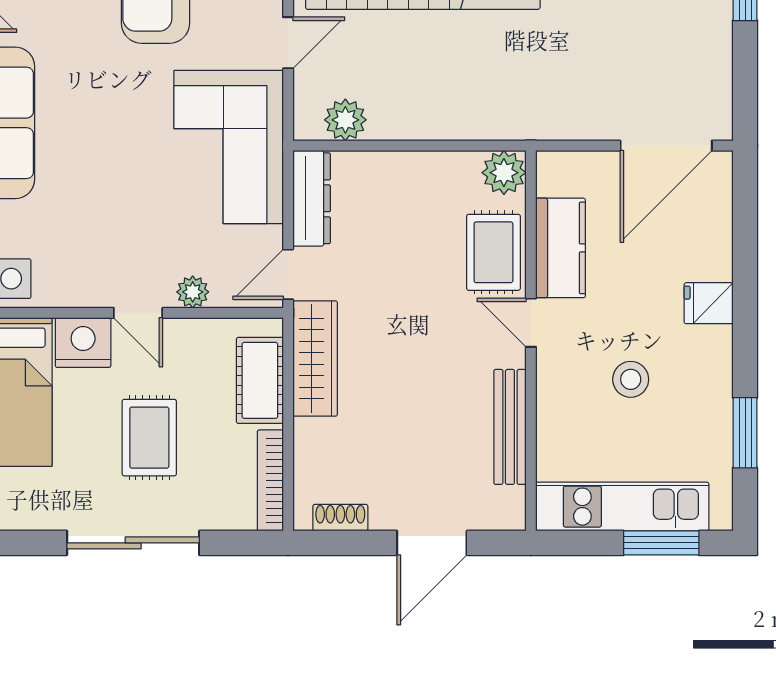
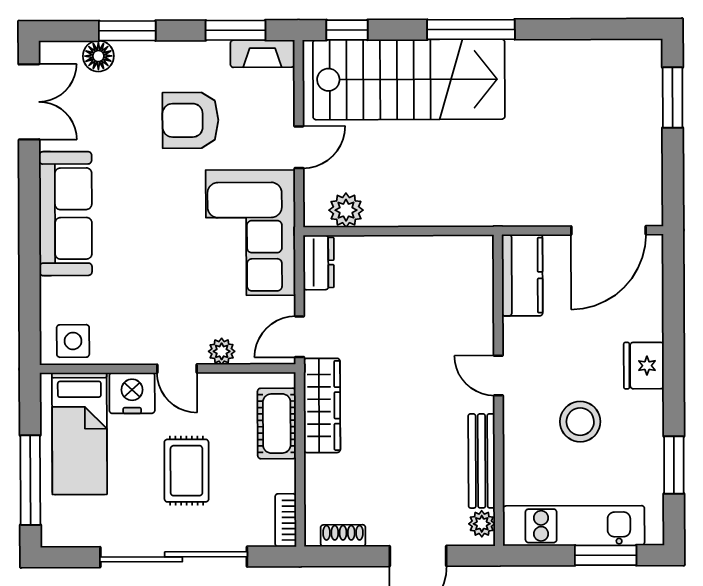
plant: (504, 173) -> (482, 524), moved, width x0.73, depth x0.73
dresser: (312, 198) -> (319, 262), width x0.70
kitchen counter: (561, 248) -> (522, 275), moved
rug: (493, 252) -> (468, 318), removed
fridge: (709, 303) -> (644, 366), width x1.38
stool: (631, 379) -> (580, 422), width x1.38, depth x1.38
bookcase: (270, 480) -> (286, 520), width x0.64
sliding door: (133, 543) -> (174, 557), width x1.36

